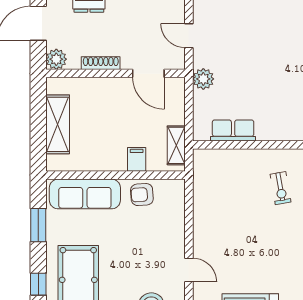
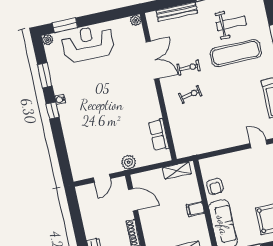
door: (148, 73) -> (133, 200), hinge flipped
filing cabinet: (137, 159) -> (195, 209), moved
door: (189, 270) -> (259, 144), hinge flipped

